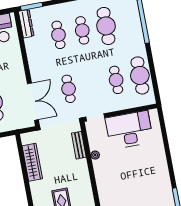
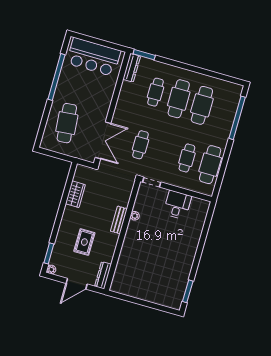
cafe table: (82, 30) -> (179, 99), width x1.37, depth x1.35
desk: (129, 130) -> (177, 205), width x0.53, depth x0.77
bench: (79, 145) -> (119, 220), moved
wardrobe: (32, 162) -> (75, 194), width x0.67

